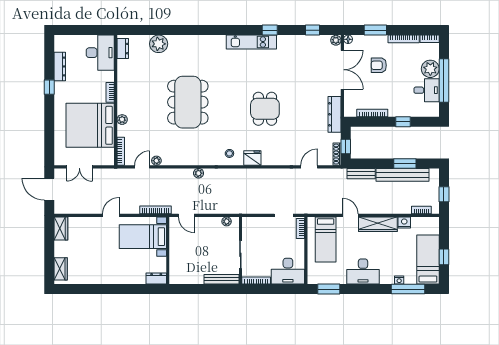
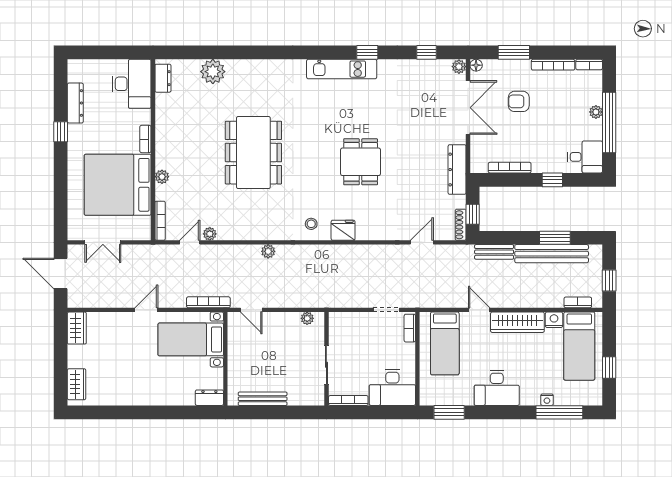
plant: (430, 69) -> (596, 112), width x0.53, depth x0.53
desk: (427, 90) -> (585, 157), moved
bed: (428, 260) -> (579, 346), moved, turned 180
bench: (221, 279) -> (263, 399), moved

